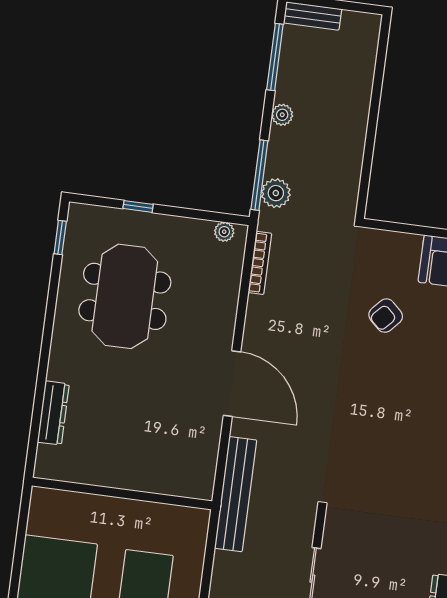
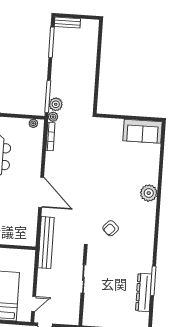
plant: (282, 115) -> (53, 117), moved
armchair: (386, 316) -> (111, 228), moved

